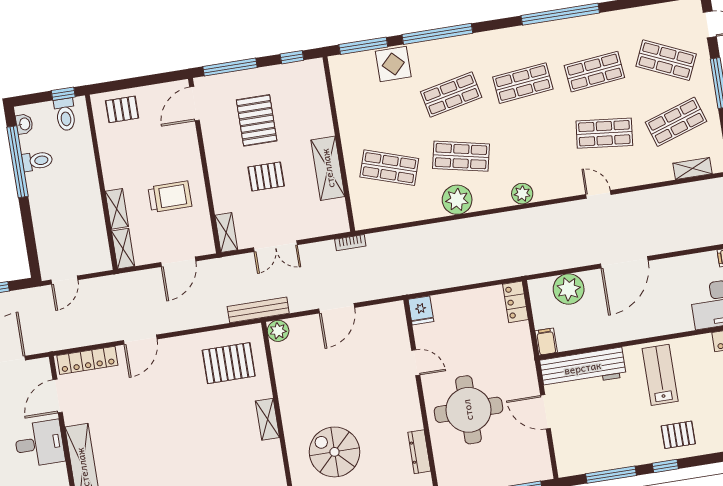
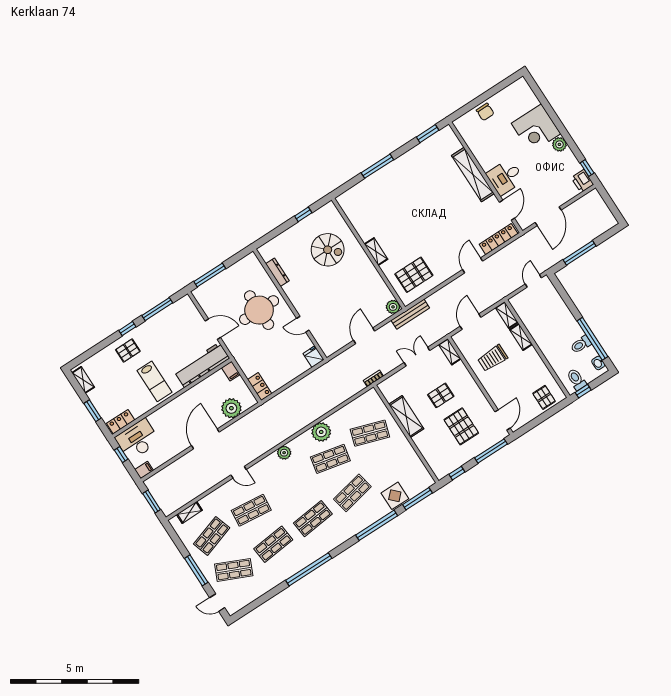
pallet: (122, 109) -> (544, 397), turned 90

